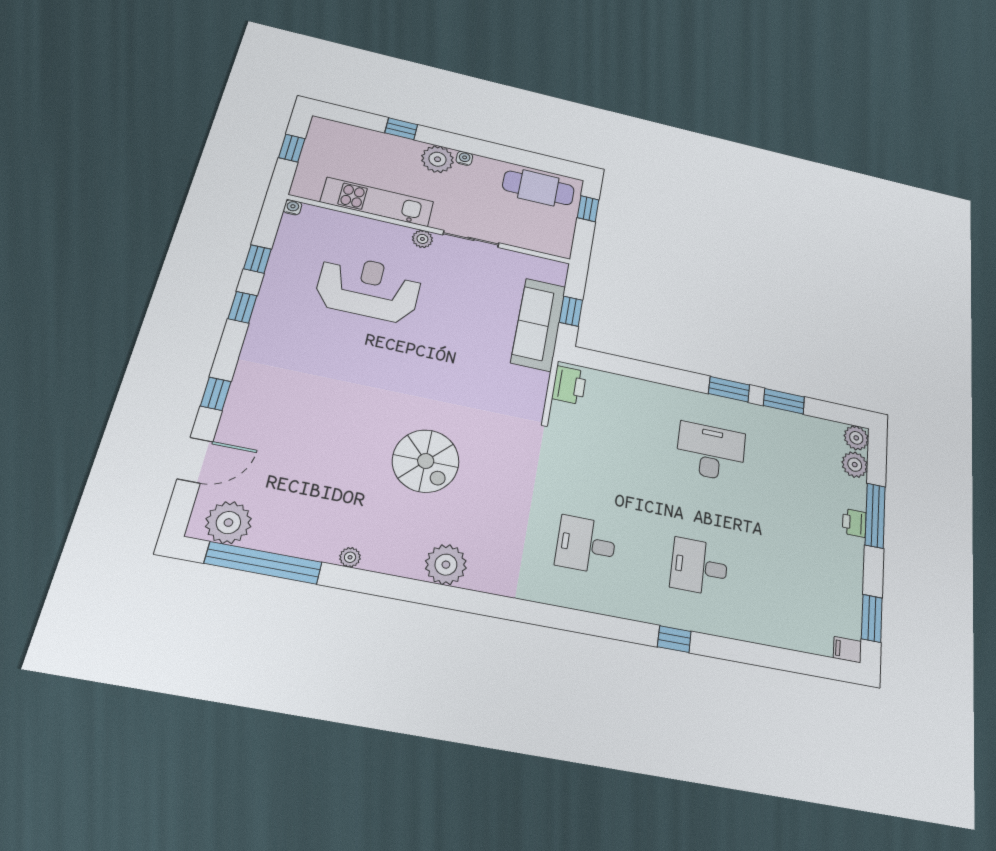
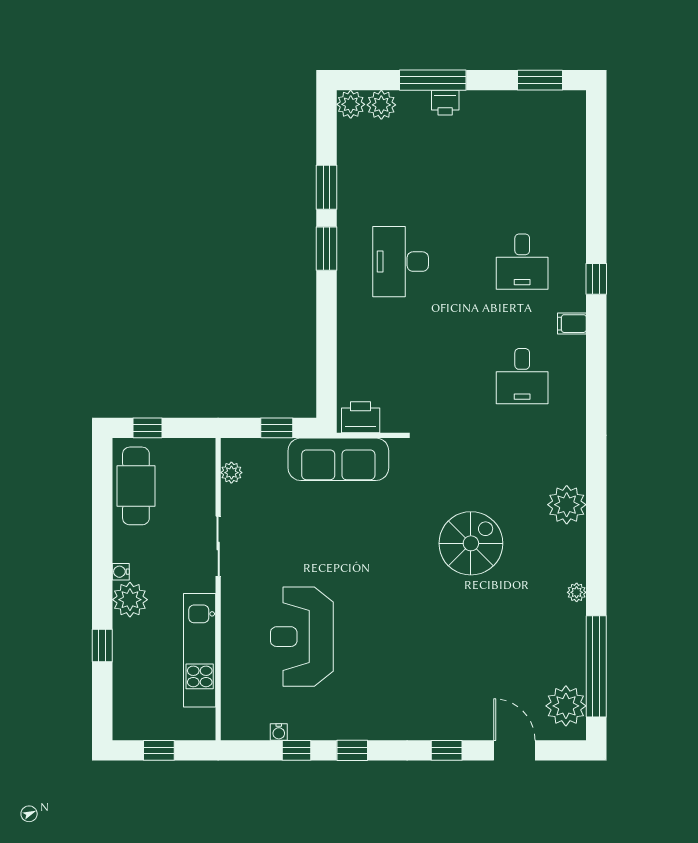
water cooler: (293, 207) -> (279, 732), moved, turned -90
plant: (422, 239) -> (231, 473), moved
sofa: (538, 324) -> (338, 459), moved
filing cabinet: (847, 650) -> (572, 324), moved, turned 90

